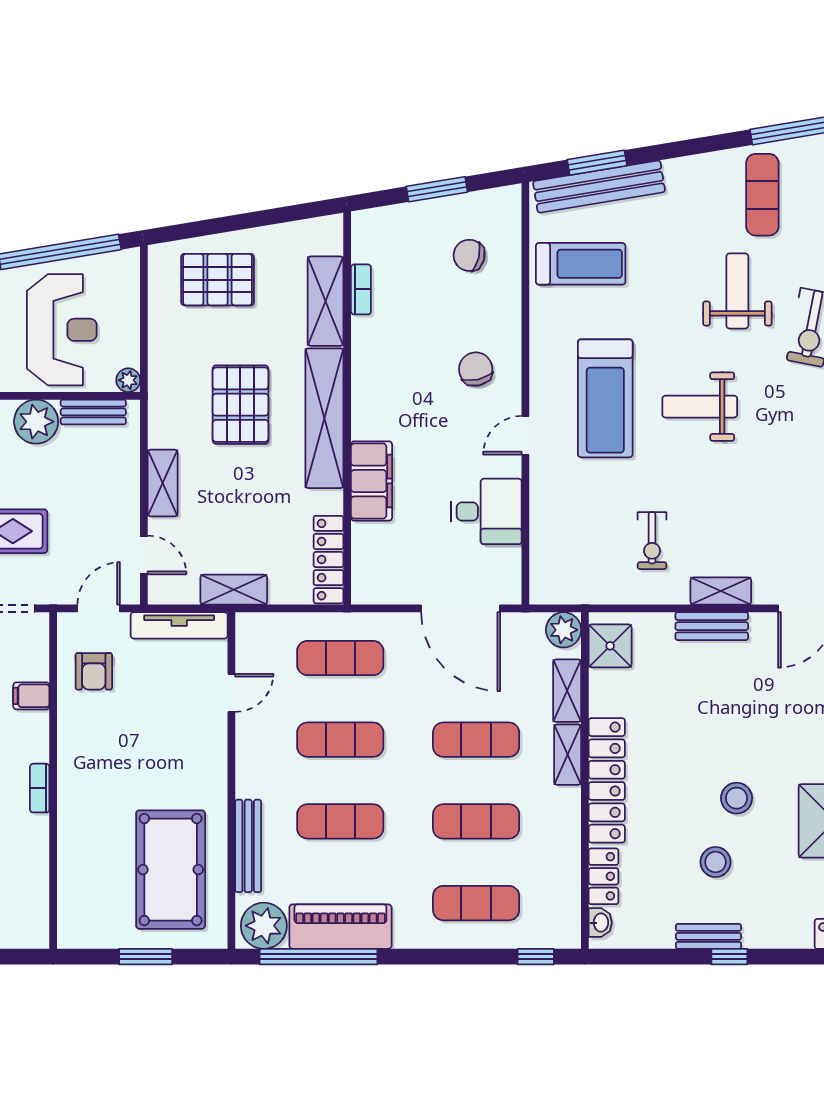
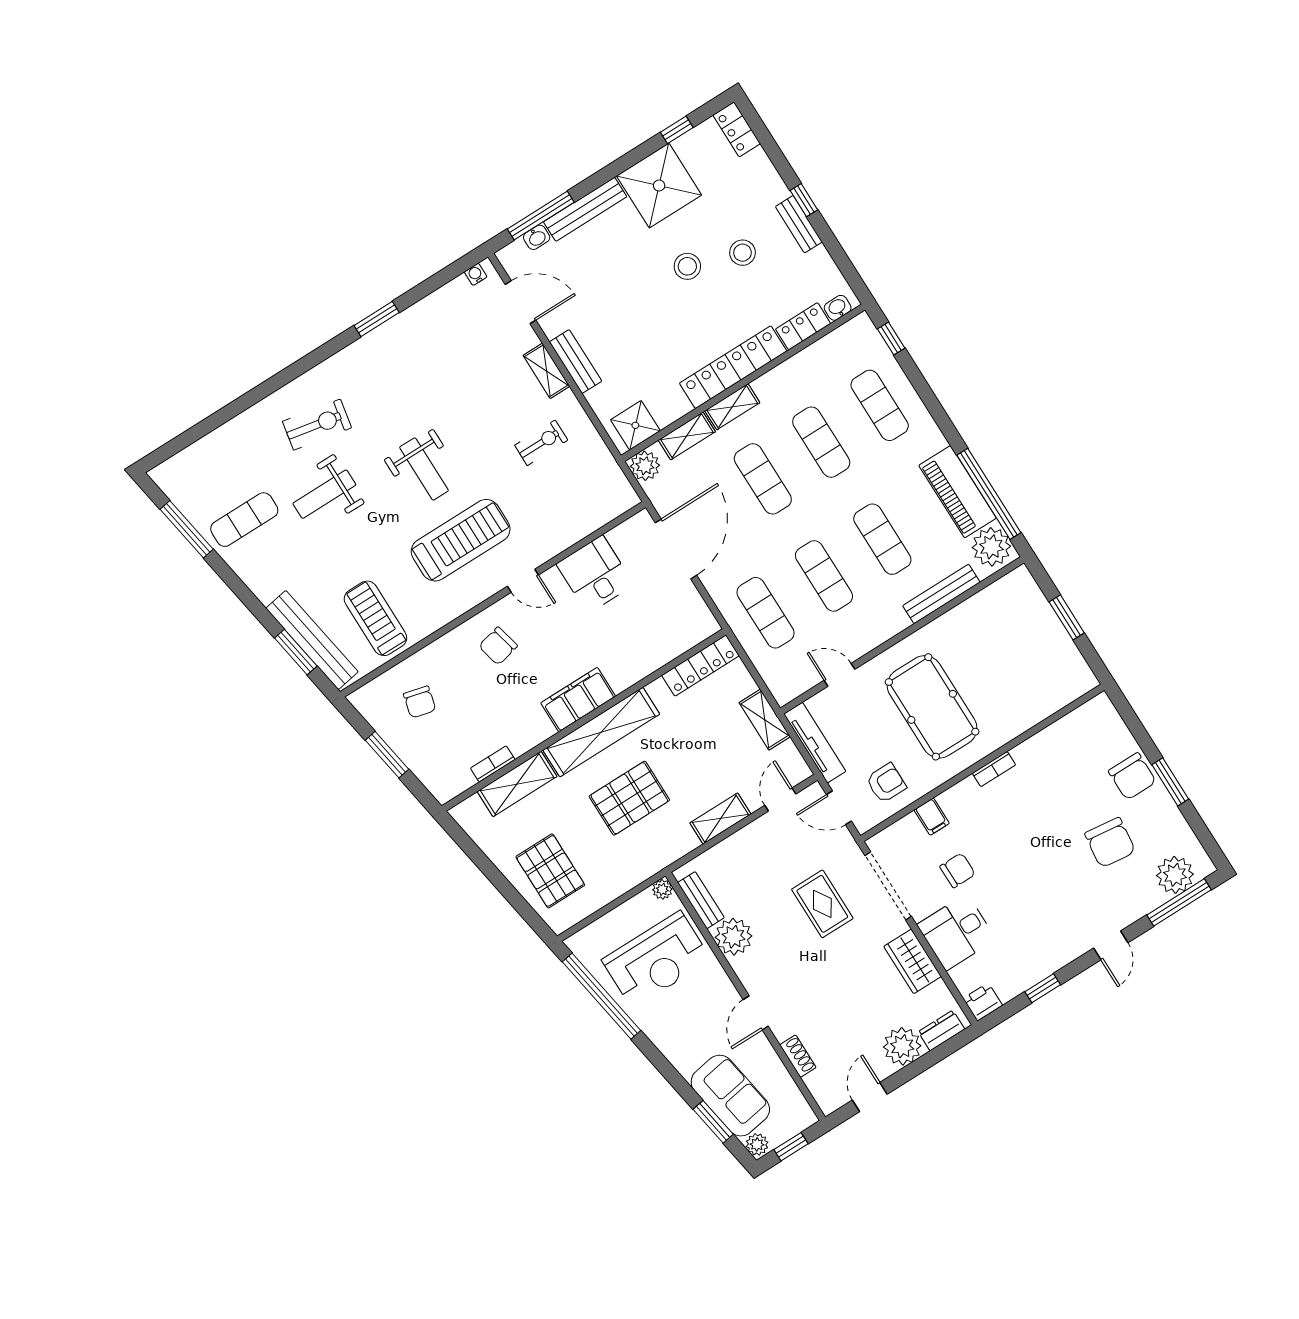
reception desk: (62, 330) -> (656, 960), turned 180
filing cabinet: (372, 481) -> (578, 700), moved
pool table: (171, 870) -> (932, 707), moved, turned 90

